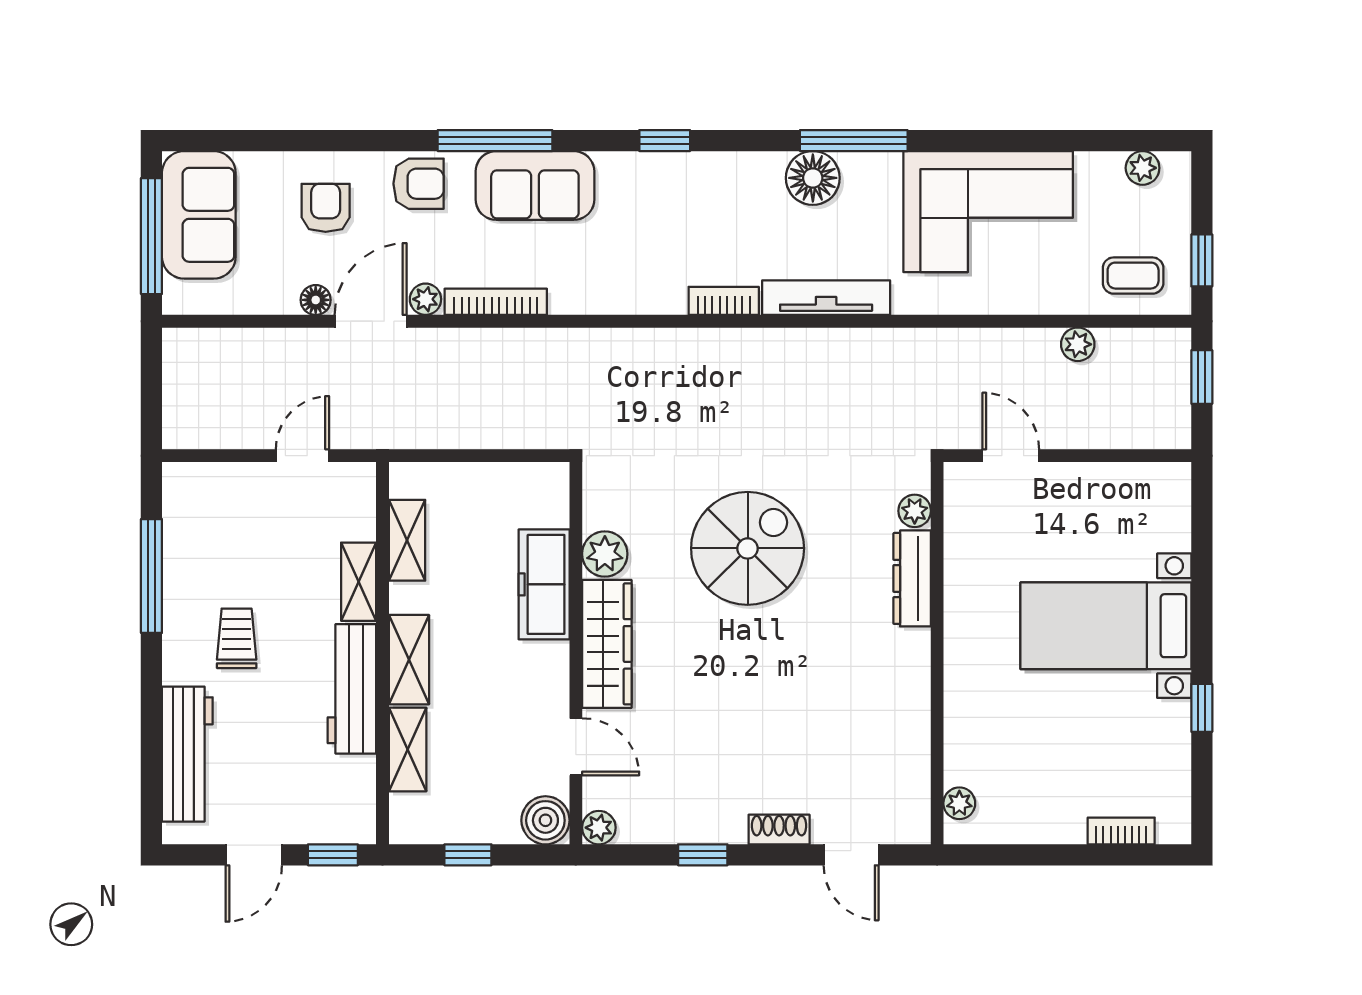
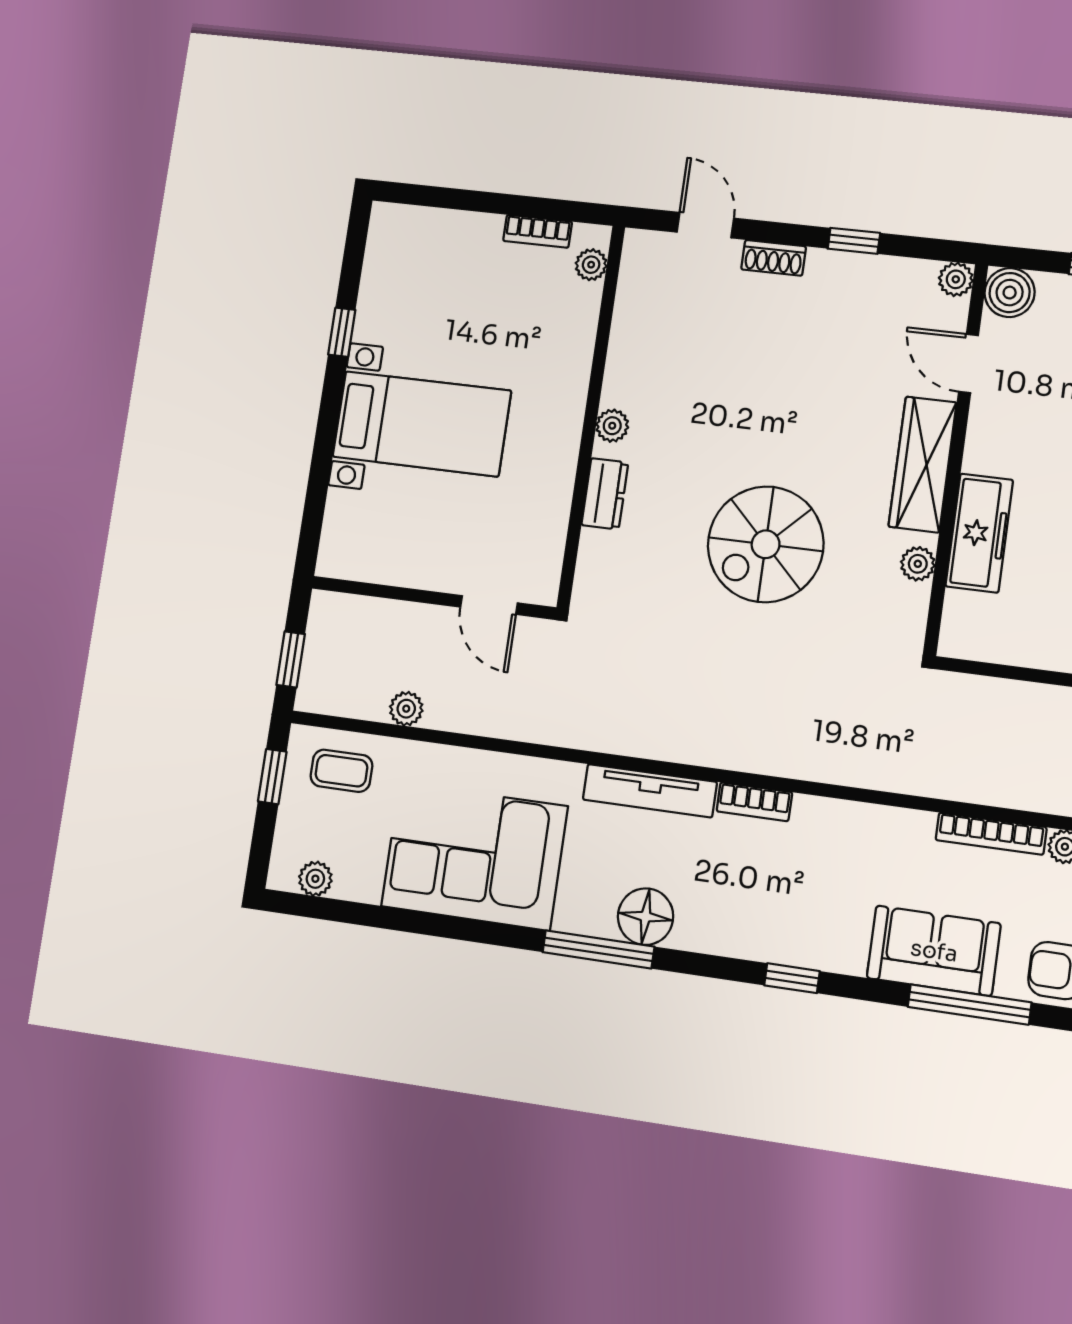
plant: (915, 511) -> (612, 426), moved
plant: (605, 554) -> (918, 564), width x0.73, depth x0.73
dresser: (912, 578) -> (605, 494), width x0.70
bookcase: (1121, 831) -> (538, 231), moved

